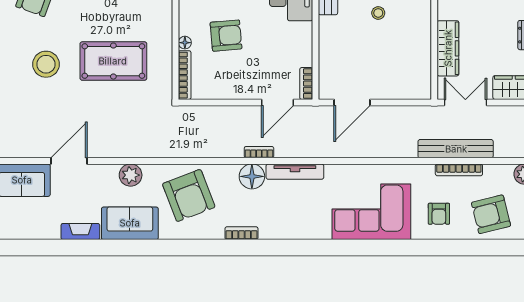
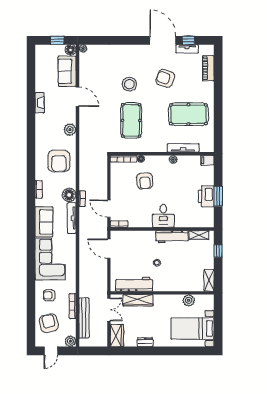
workbench: (418, 55) -> (134, 284), added
bench: (456, 149) -> (84, 318), moved
armchair: (189, 195) -> (59, 161), turned -69
sofa: (130, 223) -> (44, 222), moved

